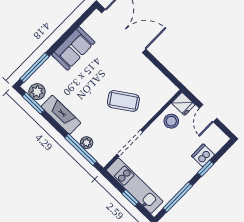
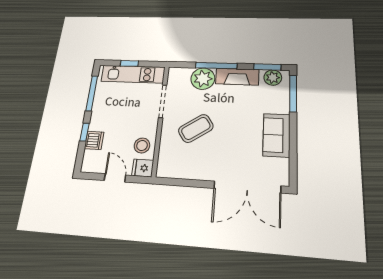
plant: (87, 143) -> (203, 79), width x1.88, depth x1.88
window: (81, 150) -> (216, 66), moved

